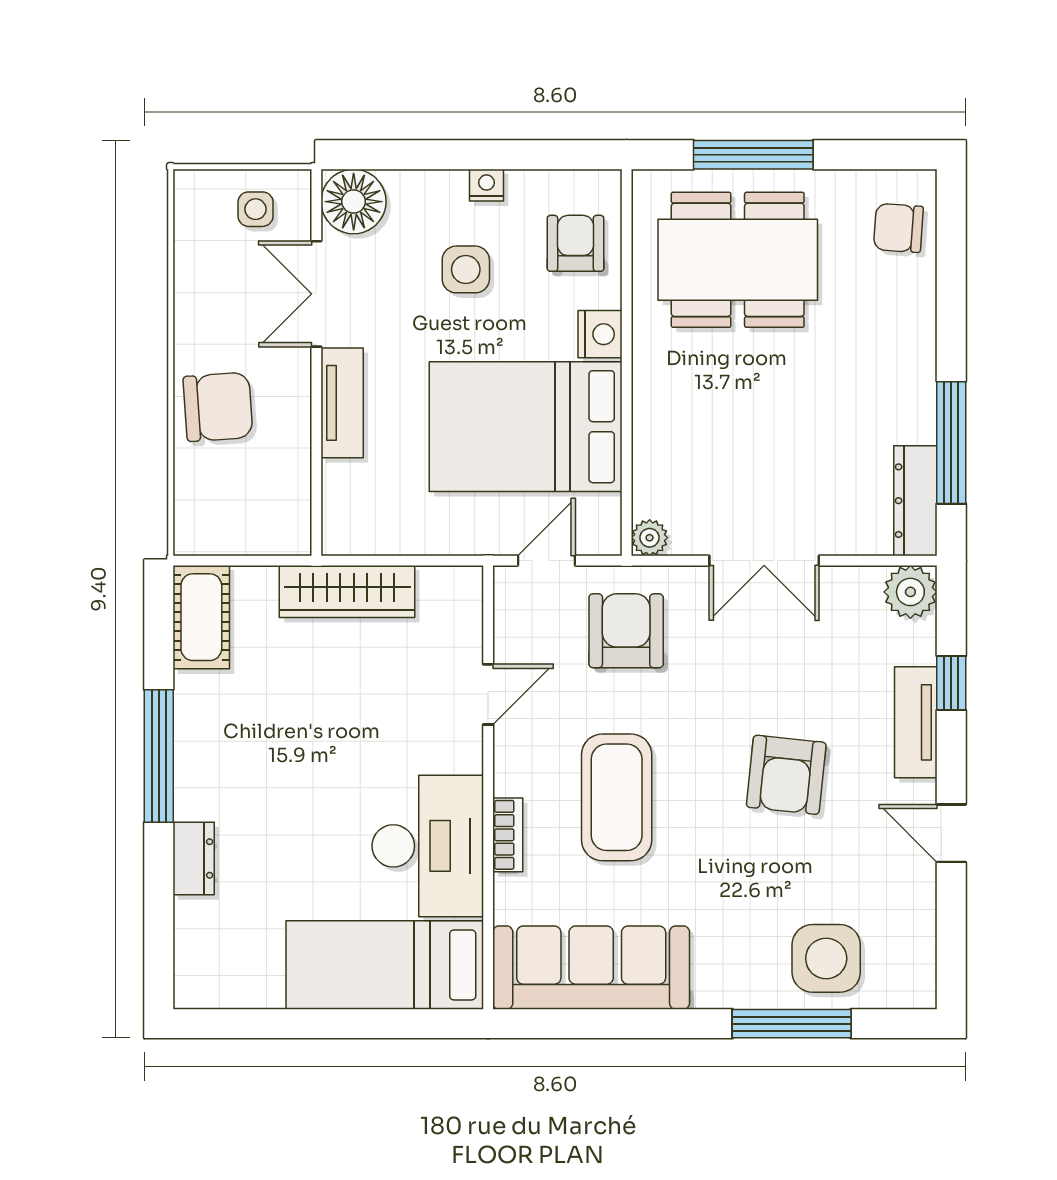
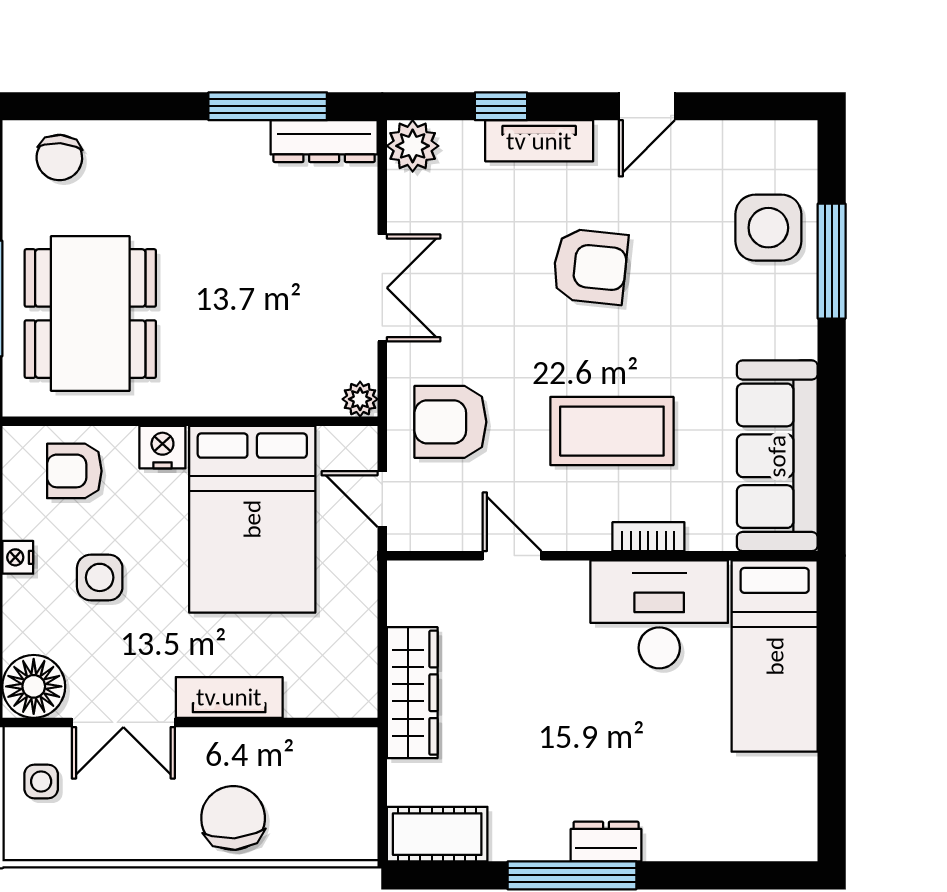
dresser: (194, 858) -> (606, 842), moved

